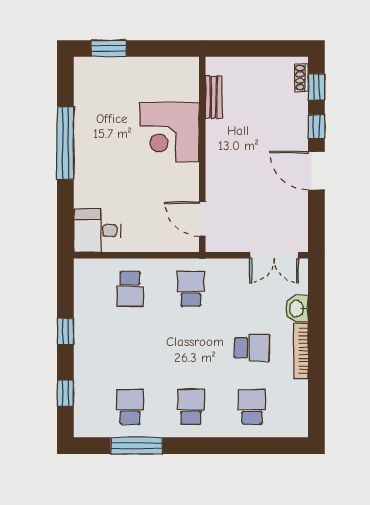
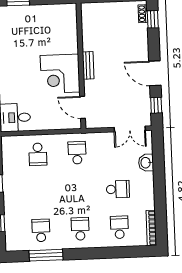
bench: (213, 97) -> (88, 65), moved
window: (316, 127) -> (156, 105), moved
corner desk: (170, 132) -> (60, 74), moved
bookcase: (301, 351) -> (151, 228), moved

